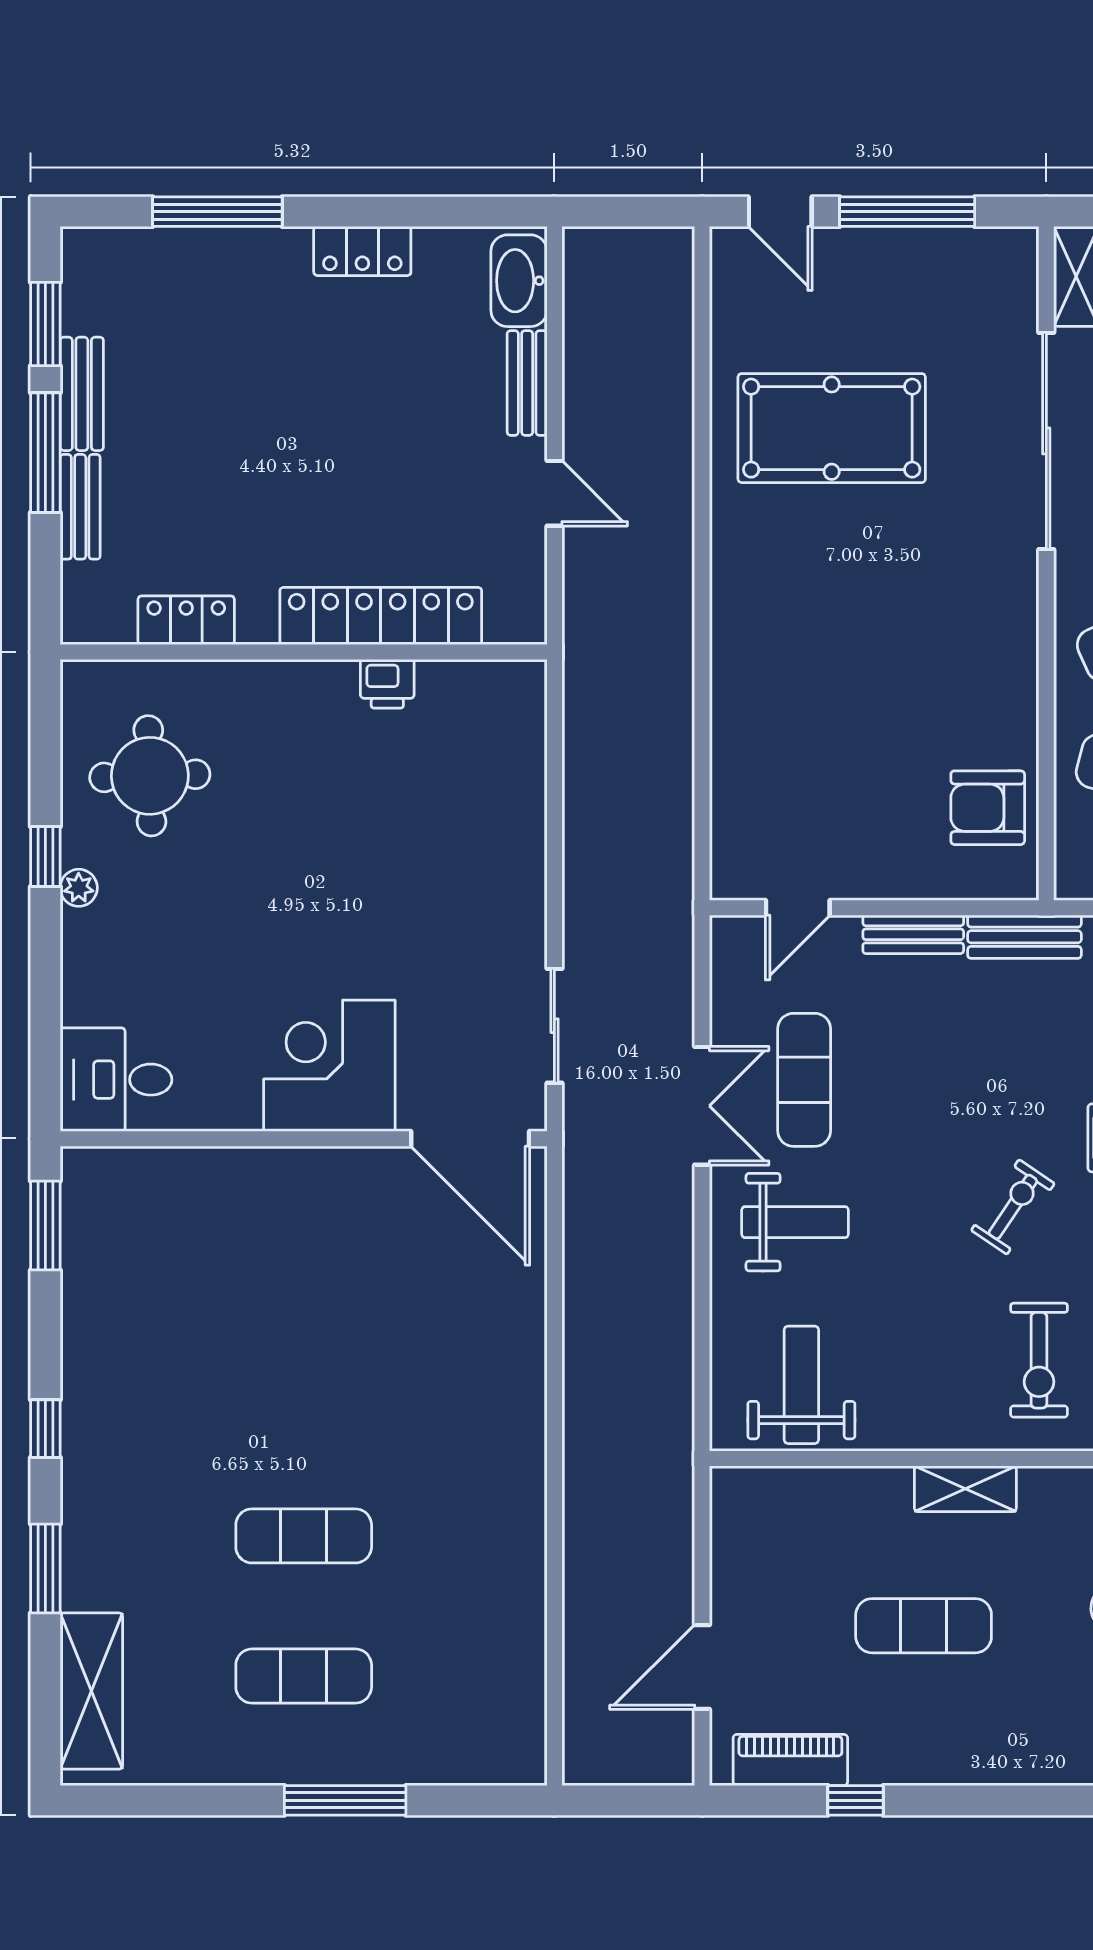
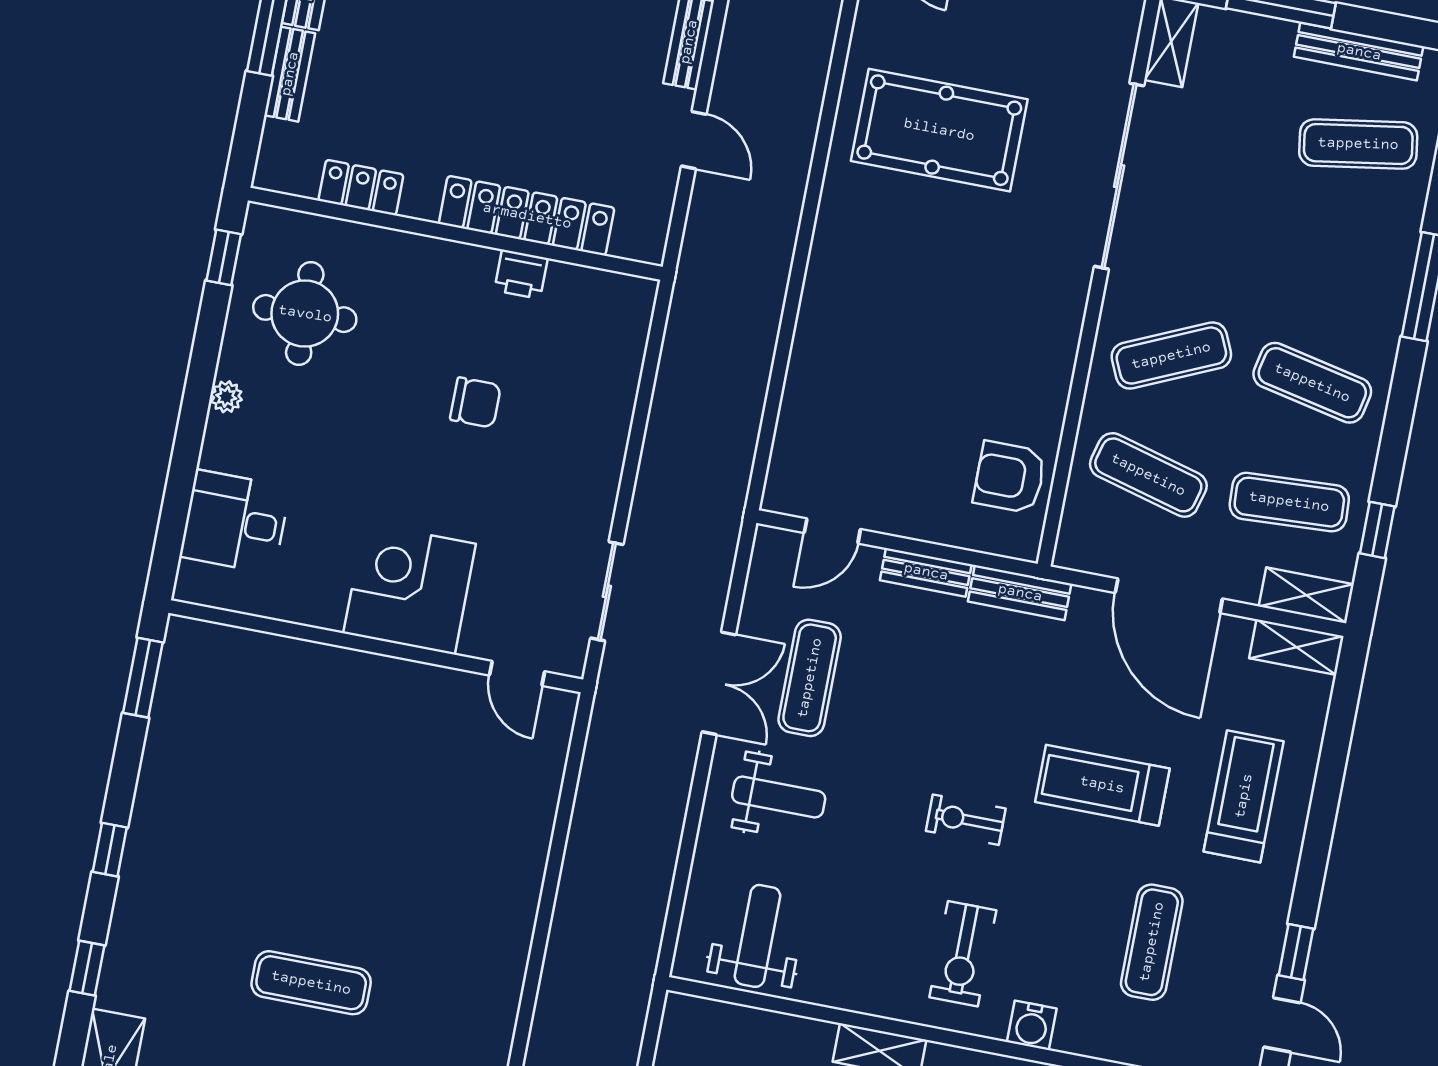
chair: (364, 840) -> (475, 402), added
window: (45, 857) -> (224, 257), moved
desk: (116, 1080) -> (235, 522), moved
door: (470, 1139) -> (517, 673), width x0.53
exercise bike: (1013, 1207) -> (966, 820), turned -124
window: (45, 1568) -> (87, 968), width x0.67

